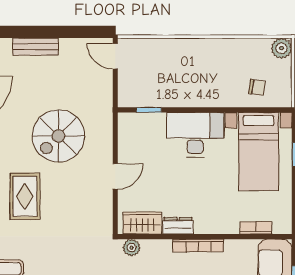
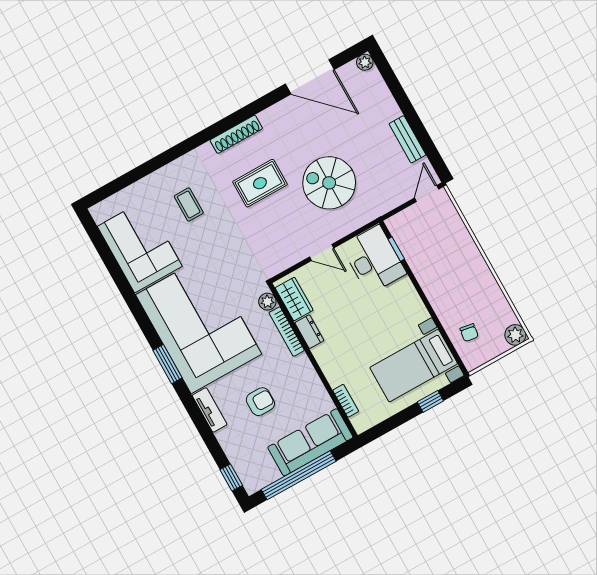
bench: (35, 47) -> (407, 139), moved
desk: (195, 135) -> (374, 260), moved
bookcase: (198, 245) -> (287, 332), moved

